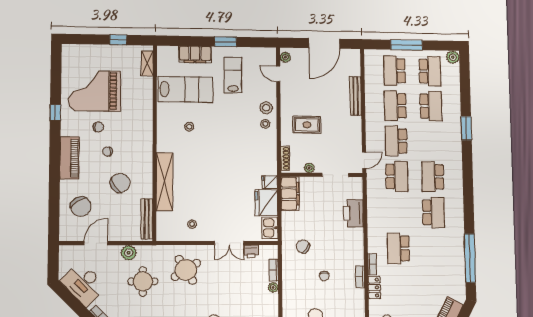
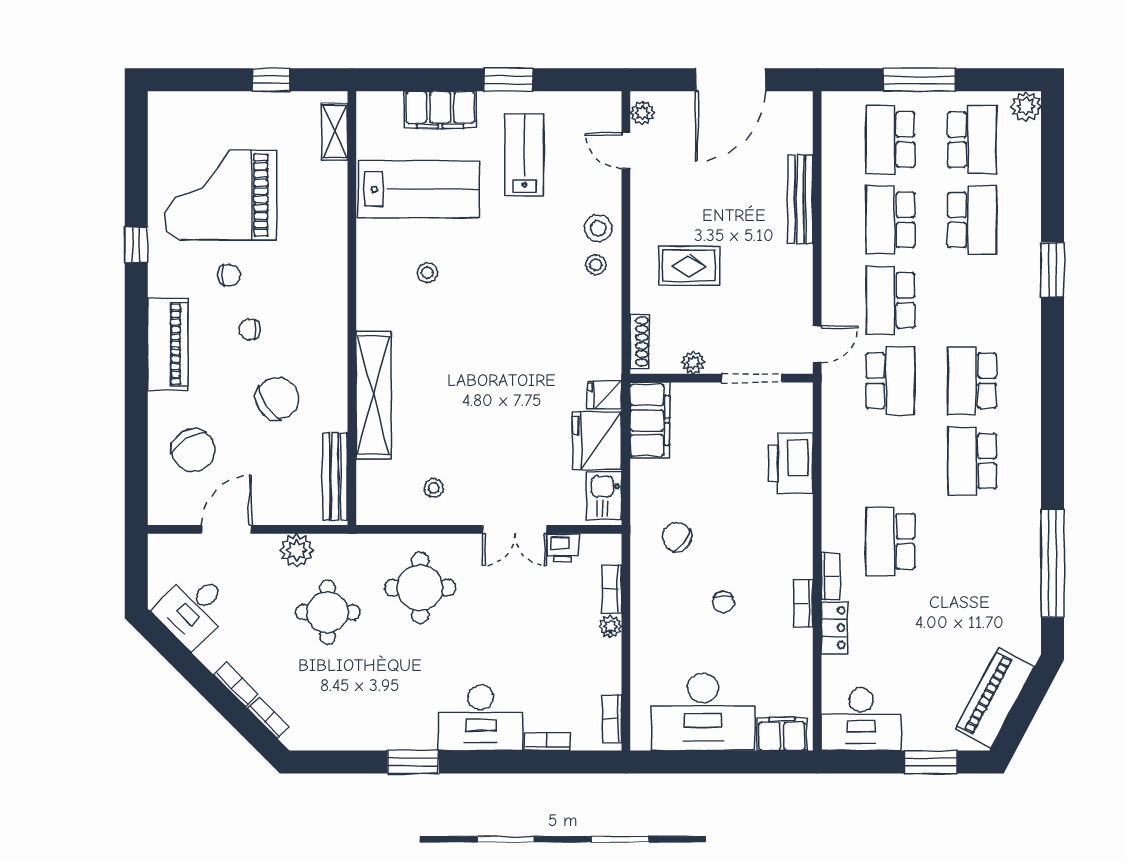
school desk: (434, 212) -> (972, 461), turned 180
round table: (186, 270) -> (420, 588), turned 32
desk: (83, 284) -> (193, 609), width x0.73

